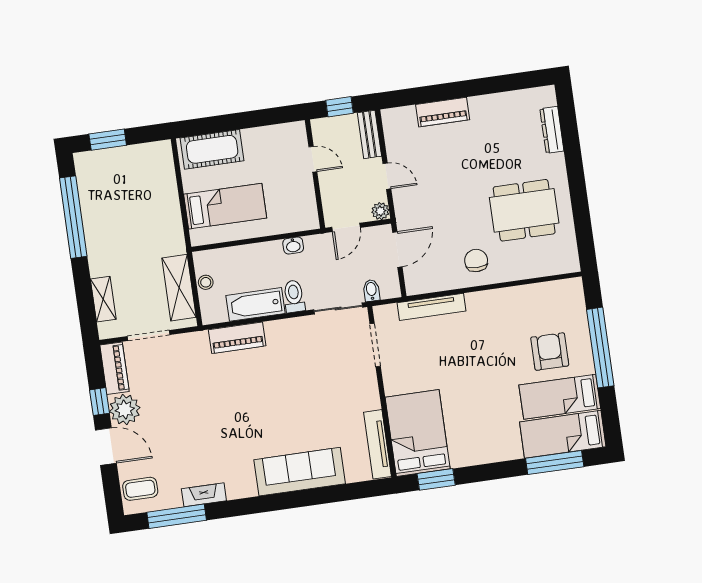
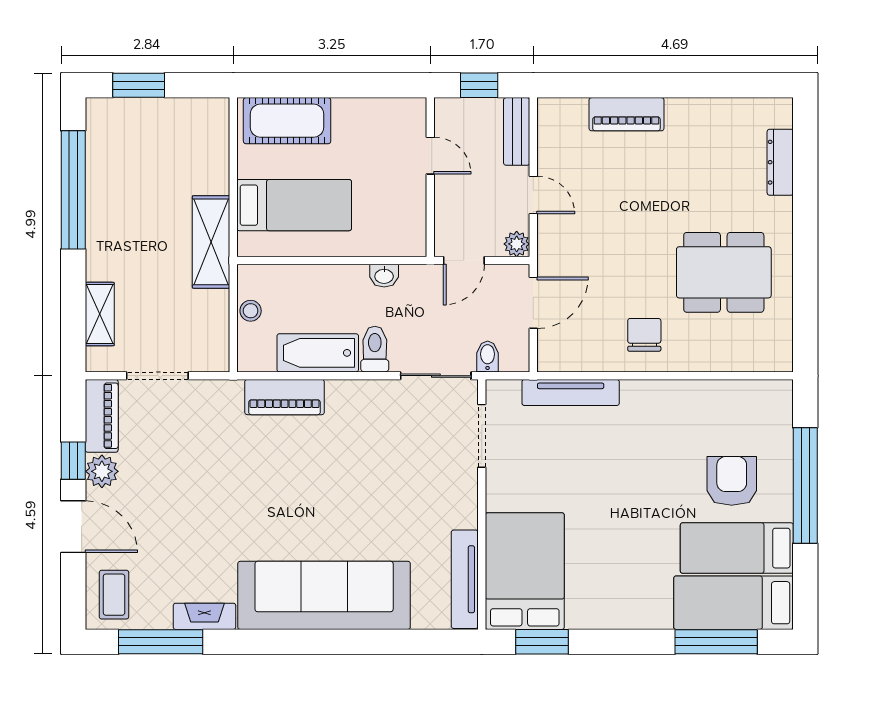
shelving: (179, 288) -> (211, 242), moved
plant: (125, 410) -> (102, 471), width x0.73, depth x0.73
sofa: (300, 472) -> (324, 595), width x1.36, depth x1.27
coffee table: (140, 489) -> (114, 595), turned 90

